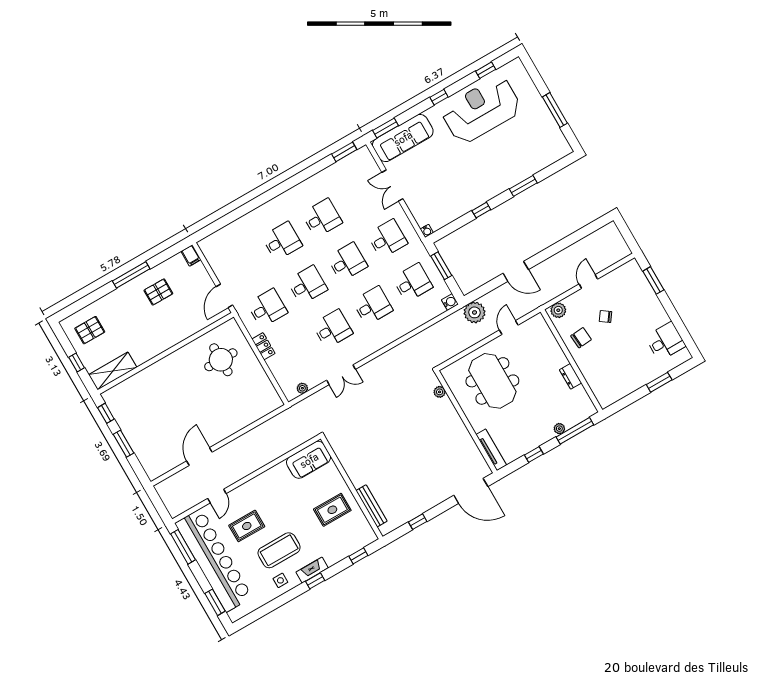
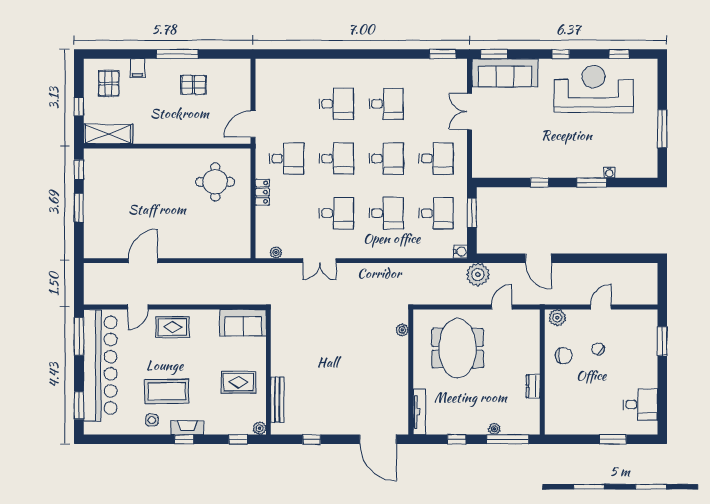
water cooler: (427, 231) -> (609, 172), moved
filing cabinet: (191, 255) -> (137, 68), moved
pallet: (90, 330) -> (109, 83), turned 90
rug: (247, 526) -> (172, 327), moved
plant: (371, 537) -> (260, 428), added

